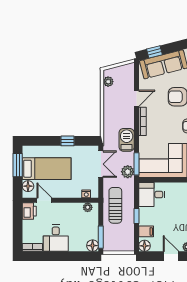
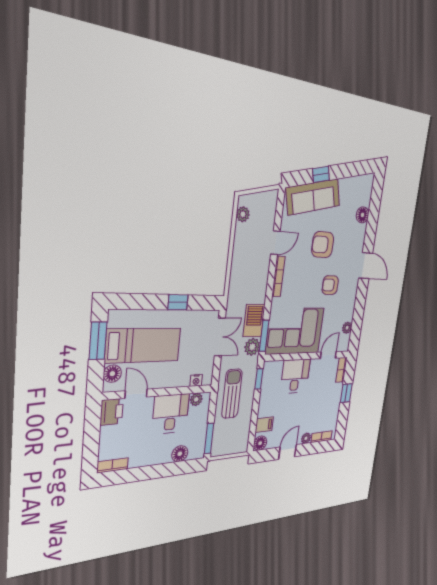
window: (154, 52) -> (321, 174), moved
barbecue: (127, 140) -> (254, 321), moved
desk: (152, 195) -> (295, 376), moved, turned 90
window: (136, 216) -> (259, 379), moved
desk: (56, 238) -> (171, 414), moved, turned 180
floor lamp: (93, 246) -> (180, 454), moved
door: (171, 256) -> (288, 452), hinge flipped

